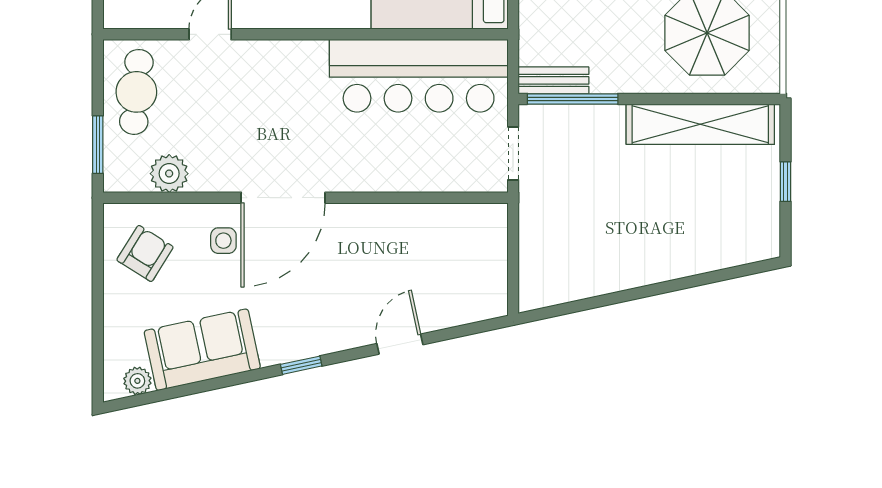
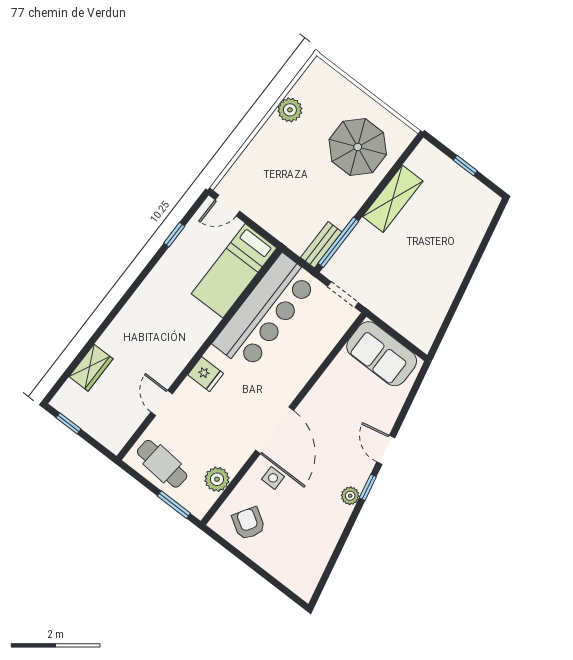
fridge: (287, 61) -> (206, 374), added
shelving: (700, 124) -> (393, 199), width x0.68
door: (400, 344) -> (386, 450), moved
sofa: (202, 350) -> (382, 354), moved, turned -78
plant: (137, 381) -> (350, 496), moved

